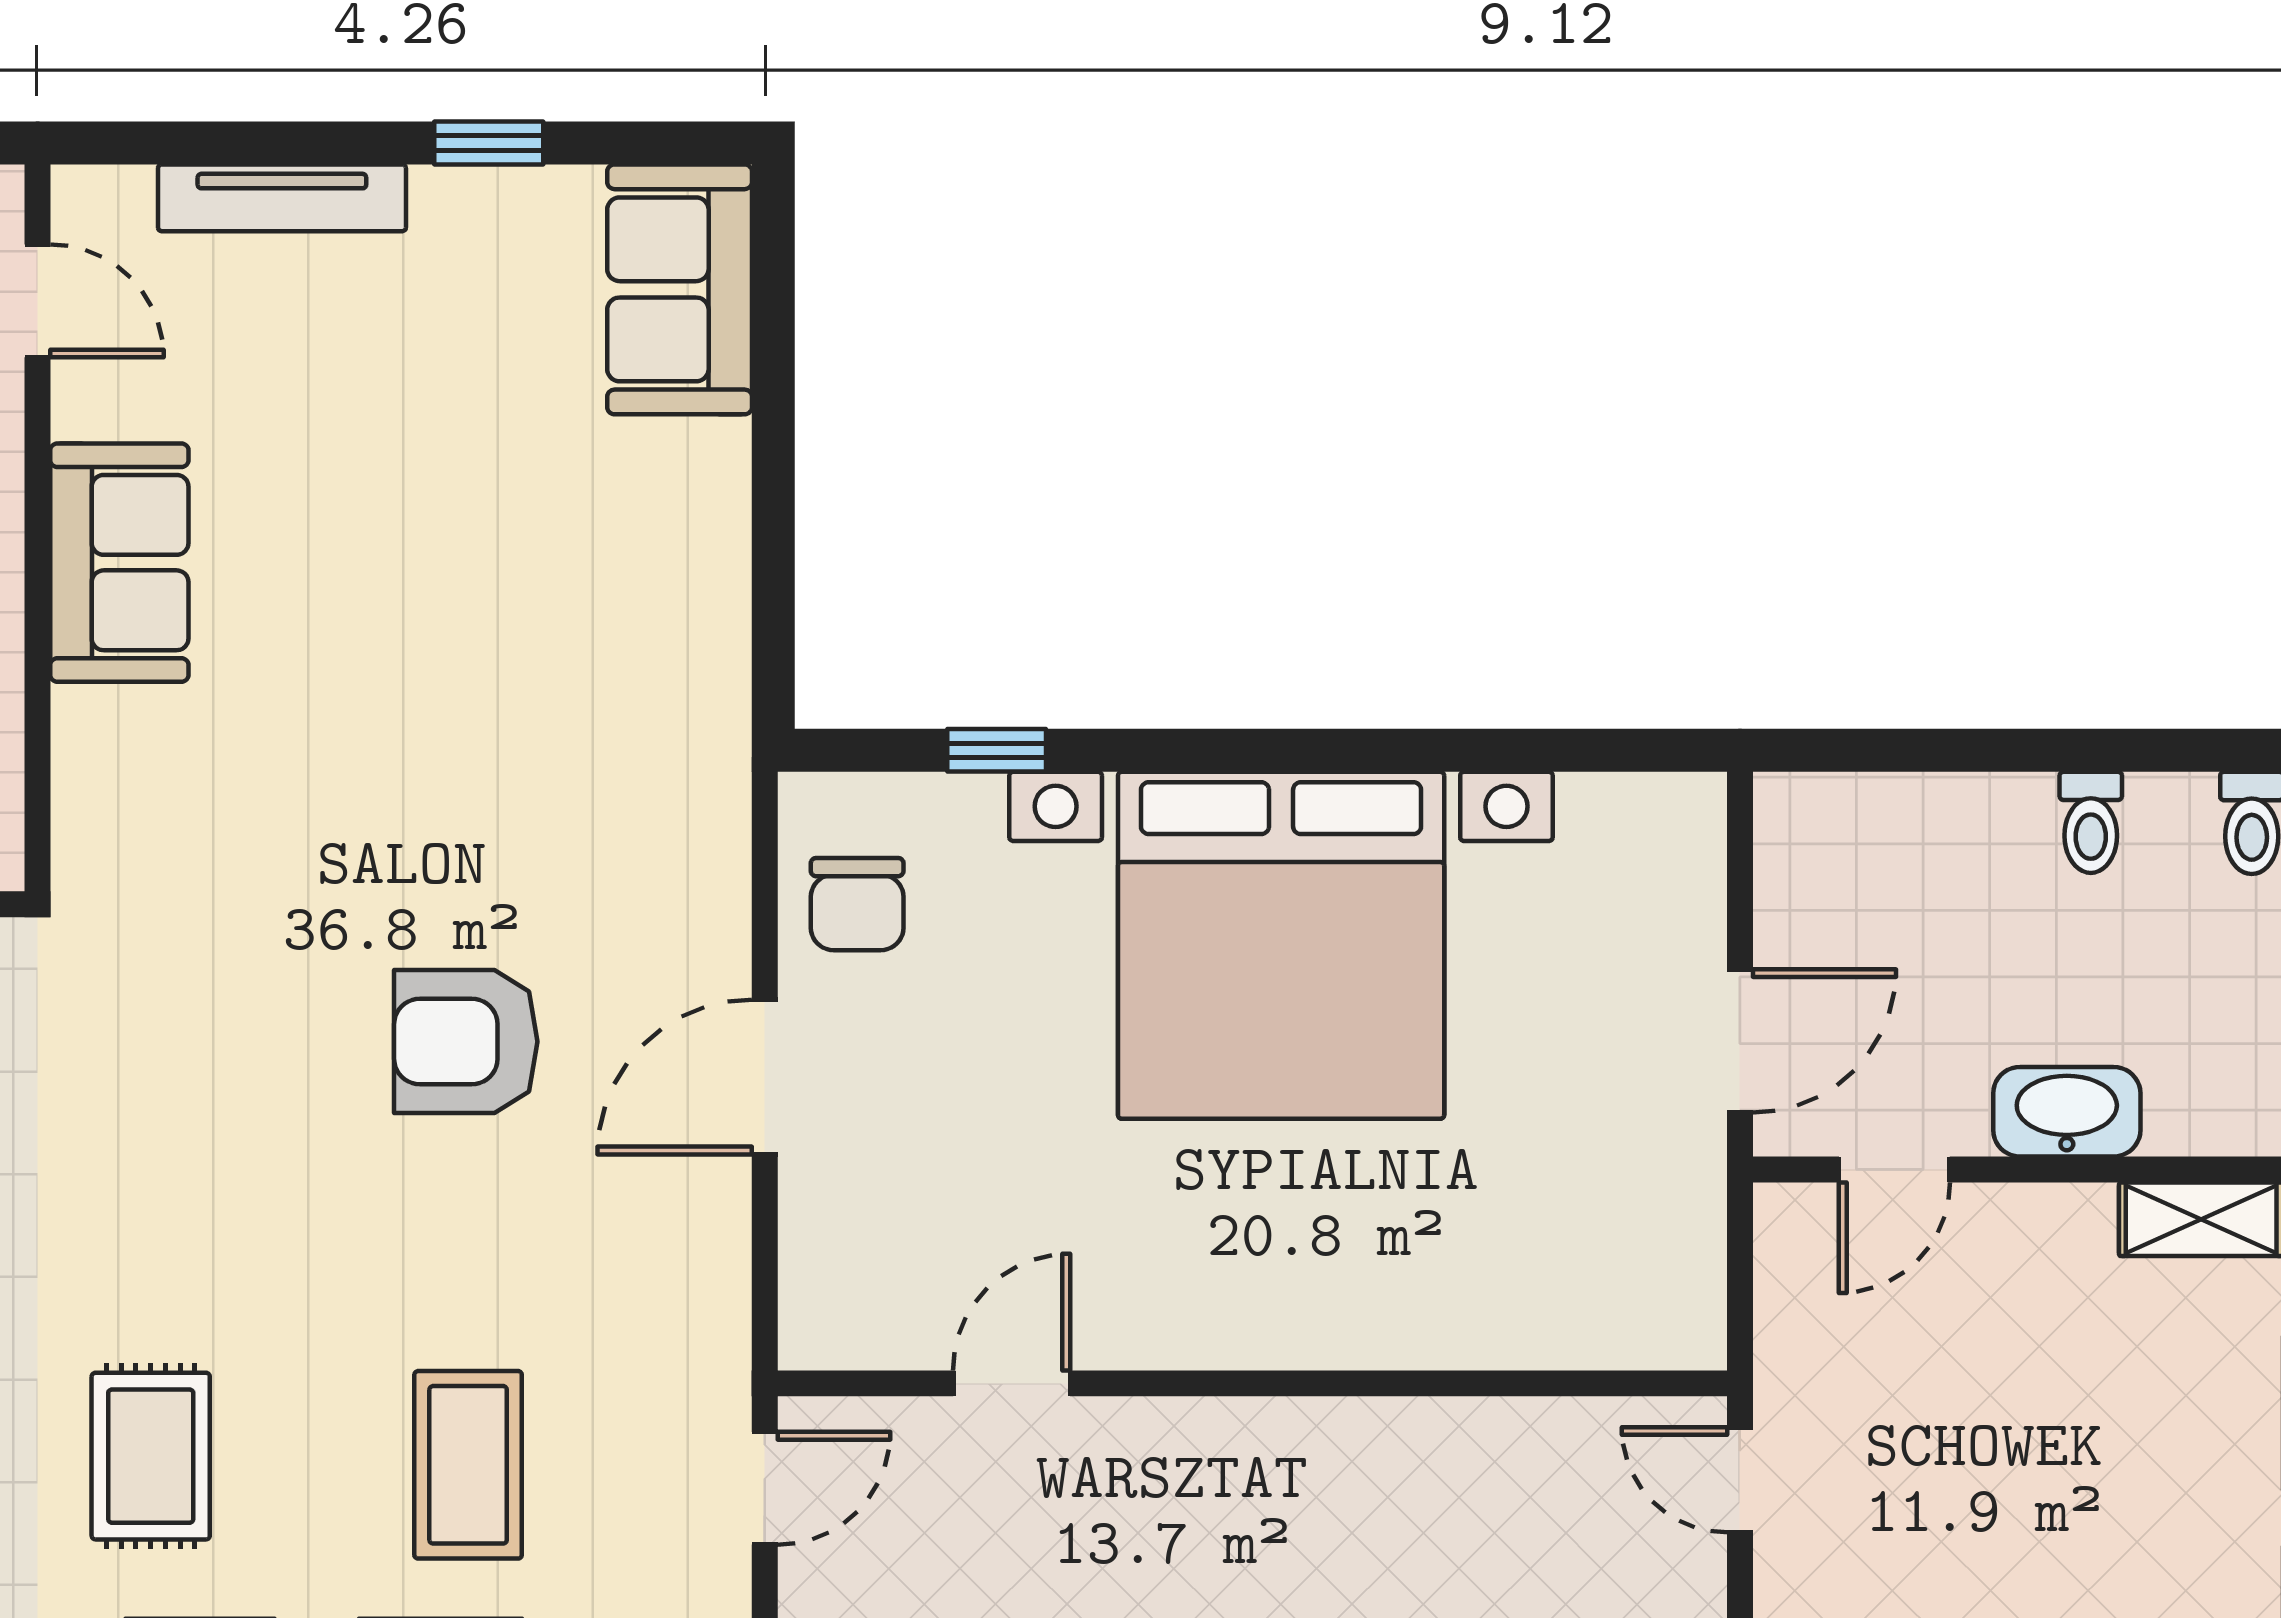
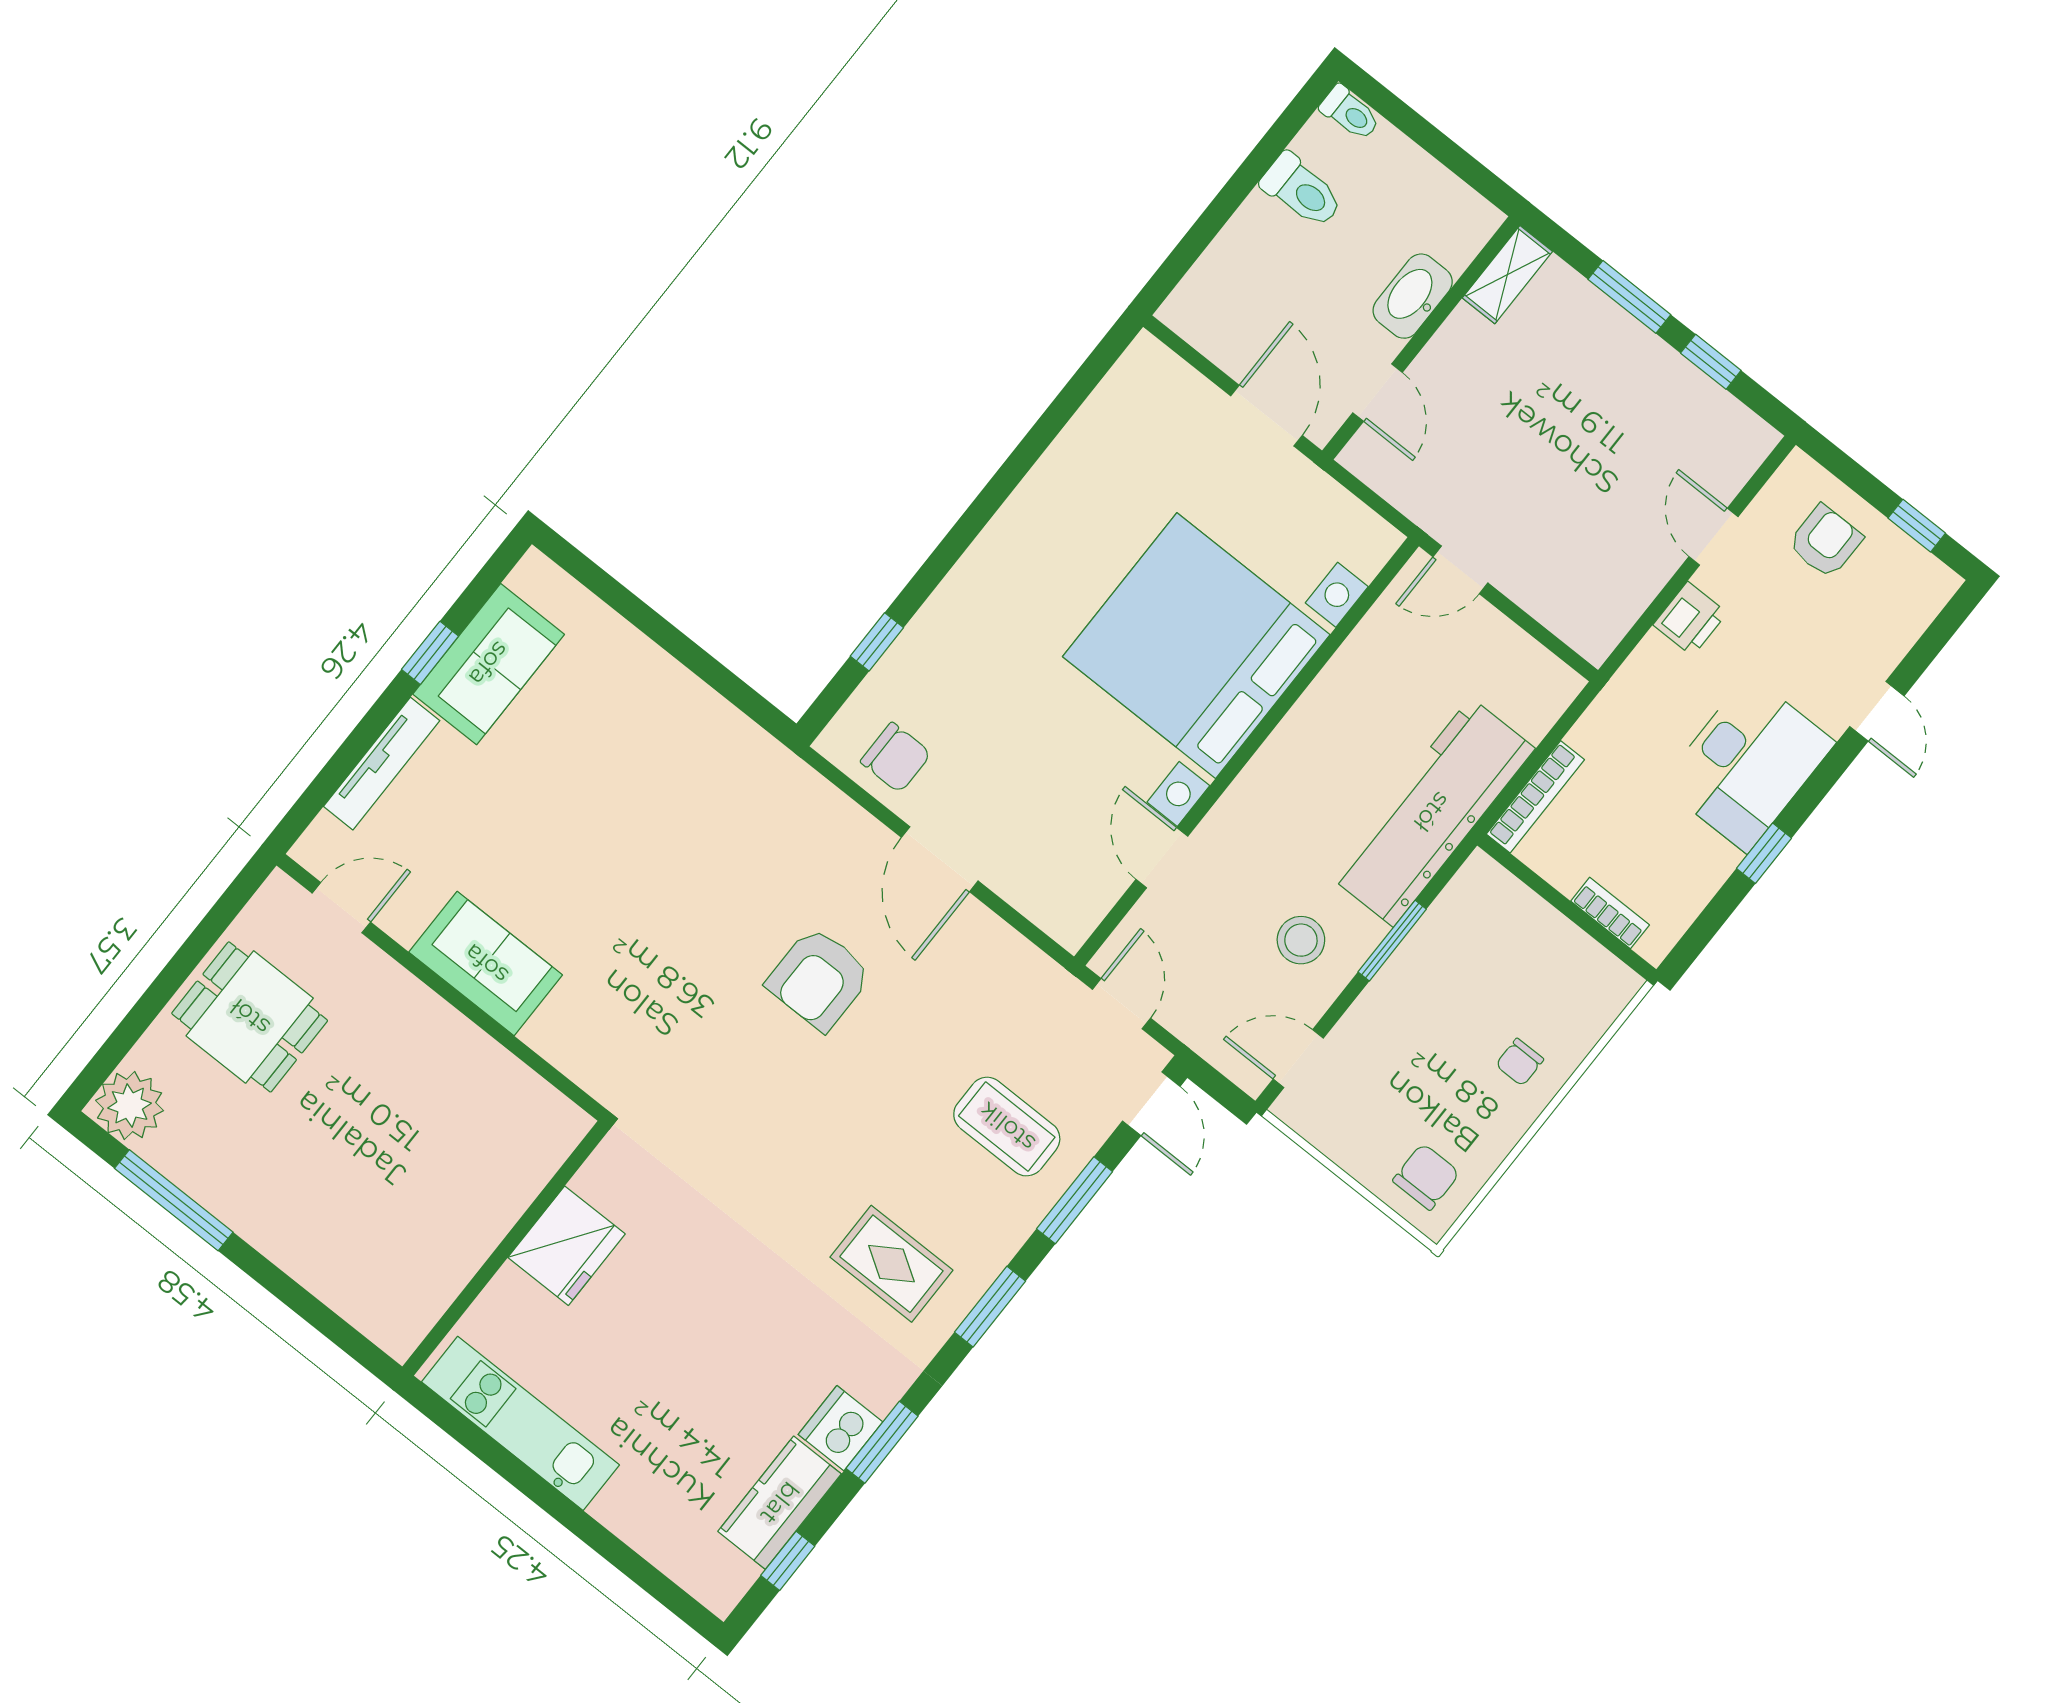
sofa: (680, 289) -> (489, 664), moved, turned -90
toilet: (2091, 822) -> (1302, 191), width x1.37, depth x1.39
bed with nightstands: (1281, 945) -> (1196, 646), moved, turned 180

